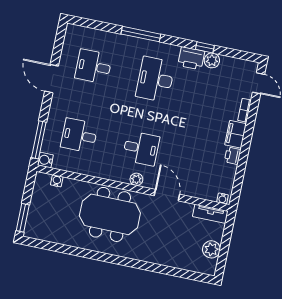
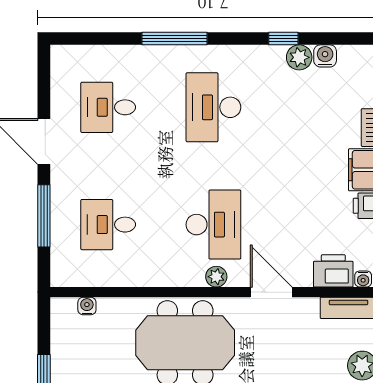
printer: (191, 58) -> (333, 271), moved, turned 180
window: (39, 140) -> (44, 216), moved
desk: (141, 148) -> (213, 225), width x1.37
water cooler: (45, 160) -> (325, 56), moved, turned 90

